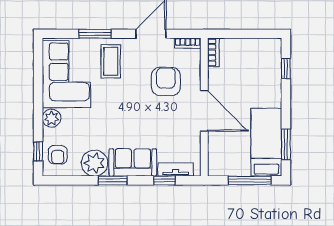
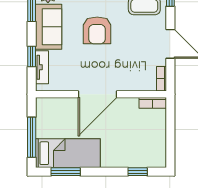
armchair: (166, 81) -> (97, 30), moved, turned 90

